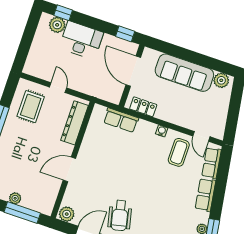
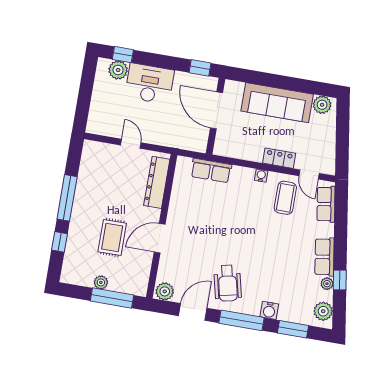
rug: (31, 107) -> (112, 237), moved
locker: (143, 107) -> (279, 158), moved
row of seats: (205, 195) -> (324, 257), moved

